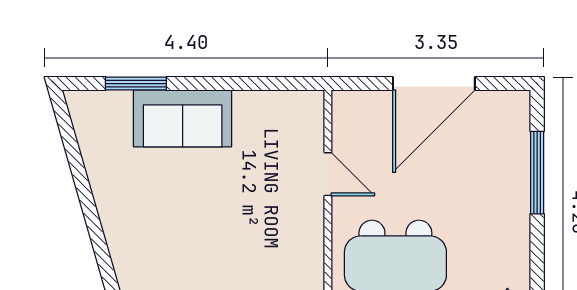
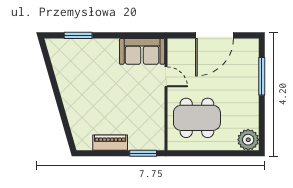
sofa: (183, 118) -> (142, 51), moved

